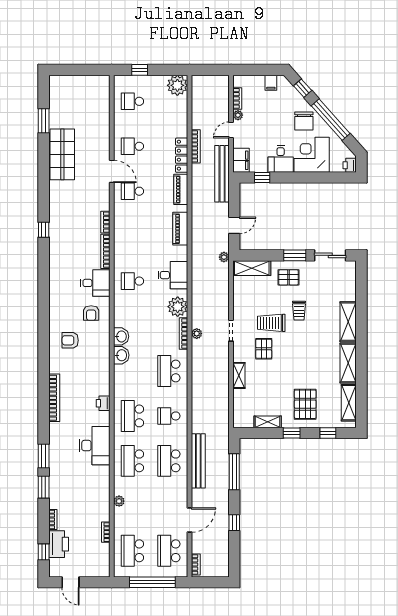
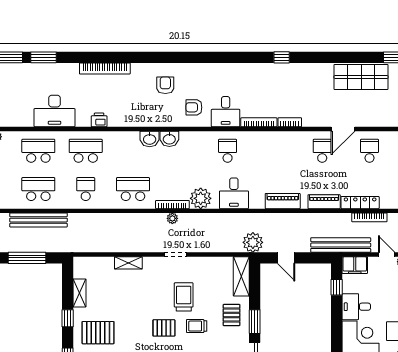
plant: (224, 257) -> (253, 242), width x1.87, depth x1.87
pallet: (264, 349) -> (164, 328), moved

